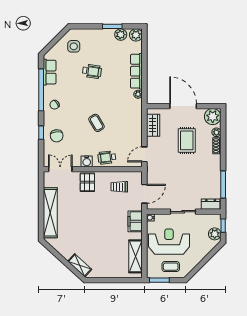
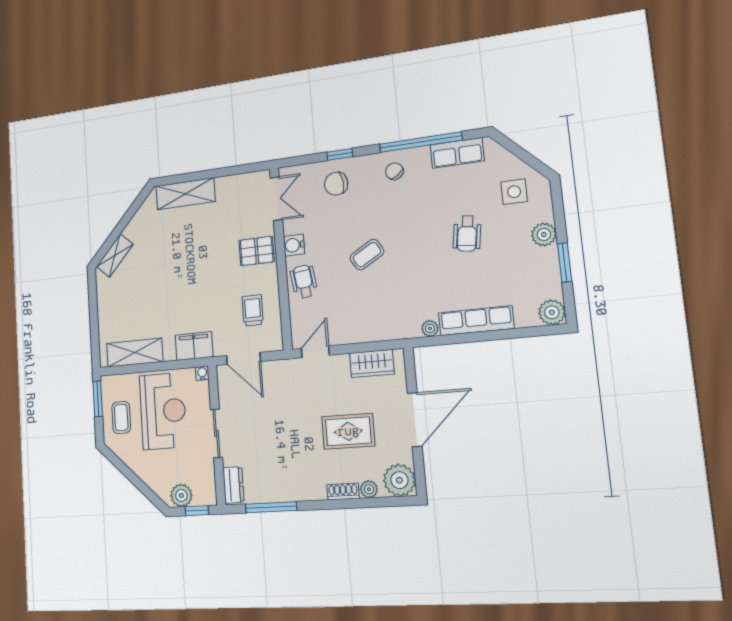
plant: (121, 35) -> (544, 234), moved
door: (144, 154) -> (315, 352), hinge flipped
shelving: (50, 213) -> (185, 194), width x0.68

